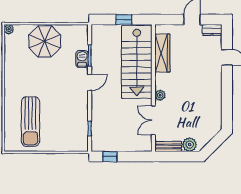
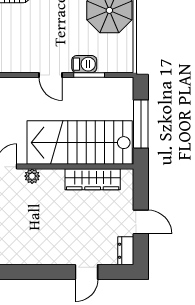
window: (124, 20) -> (141, 124), width x2.17

